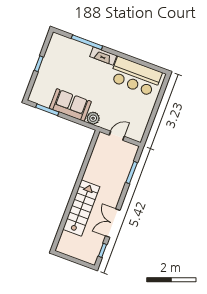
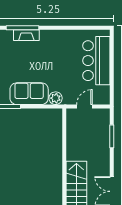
fireplace: (103, 56) -> (26, 35), moved
bar counter: (136, 76) -> (96, 61), moved, turned 90

